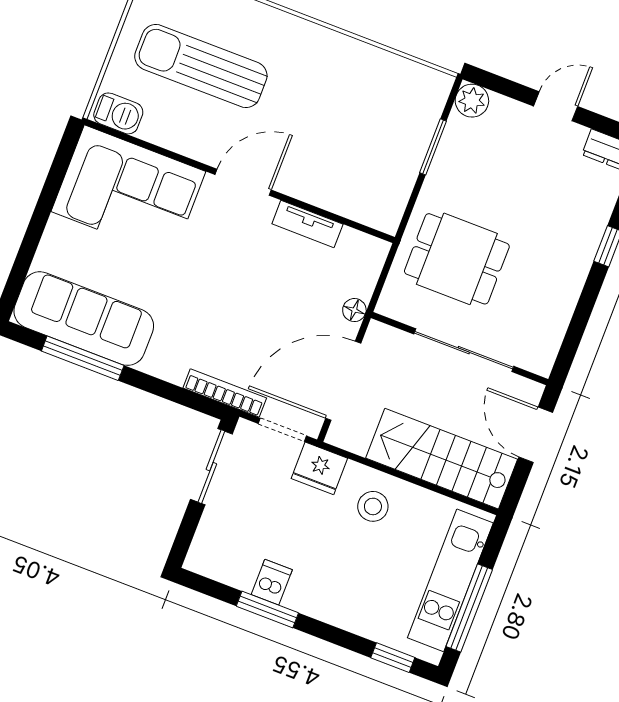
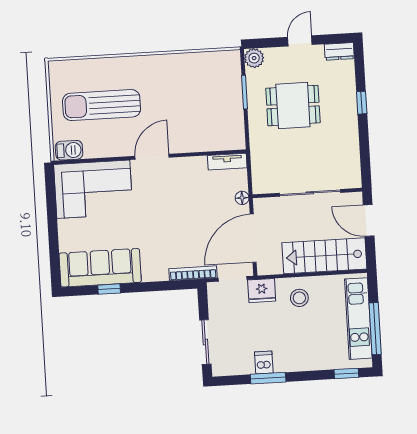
tv unit: (307, 224) -> (227, 162), moved
dining table: (457, 259) -> (293, 106), moved
window: (83, 358) -> (109, 289), width x0.46
sliding door: (211, 467) -> (205, 342), moved

